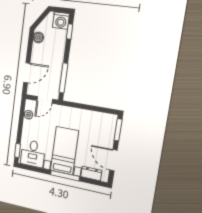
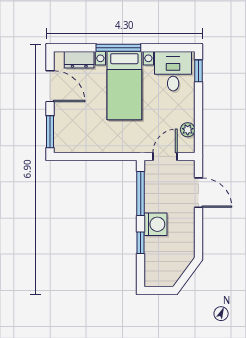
washing machine: (61, 21) -> (156, 224), moved, turned 90
window: (70, 31) -> (141, 243), moved
boiler: (38, 37) -> (187, 247), removed
door: (27, 73) -> (198, 193), swing flipped

